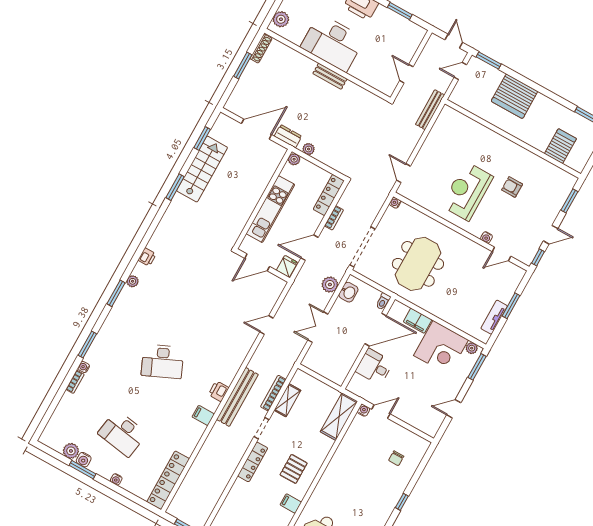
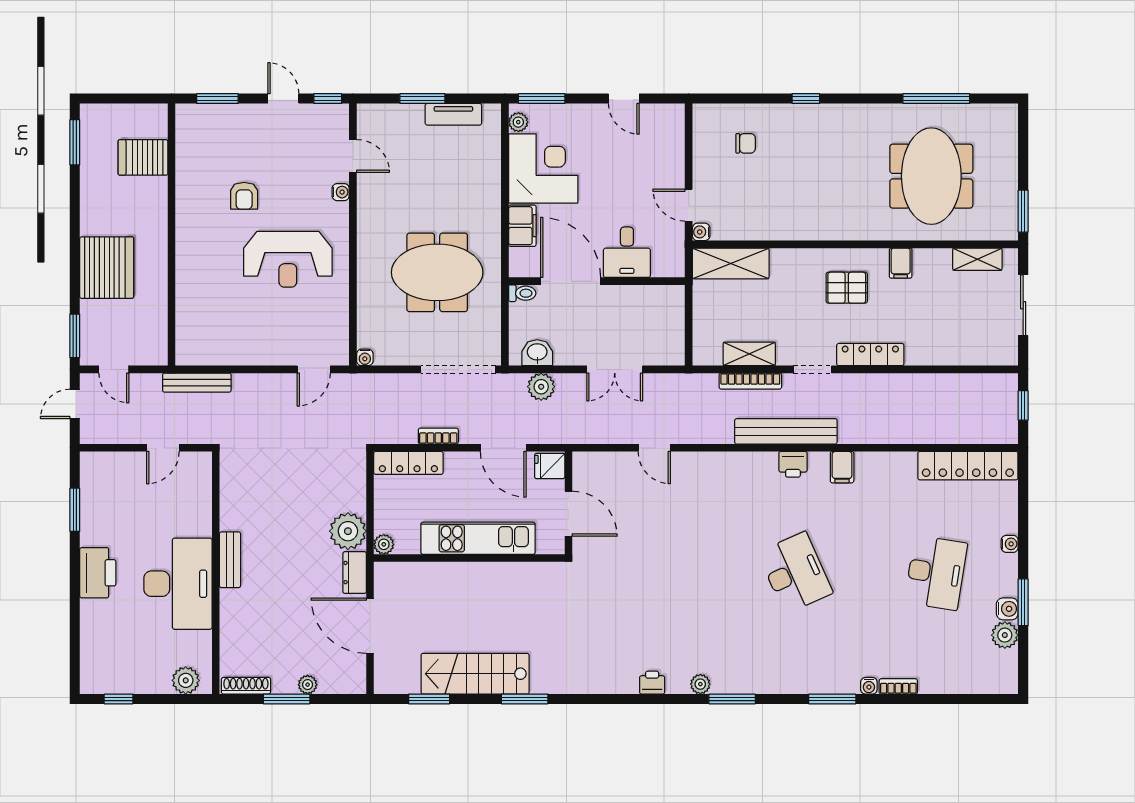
plant: (244, 80) -> (308, 685), added
plant: (309, 149) -> (348, 531), width x1.88, depth x1.88

